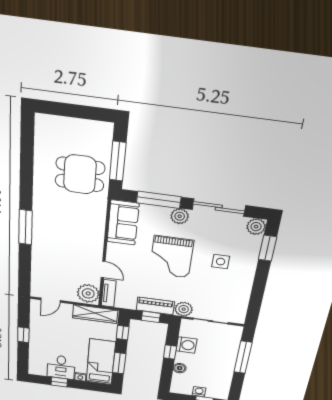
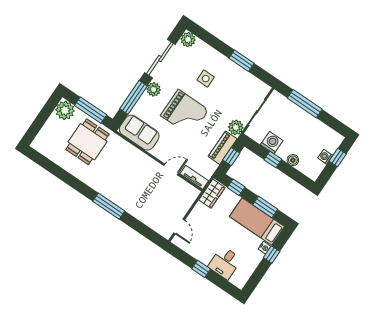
window: (268, 248) -> (241, 61), moved
plant: (88, 293) -> (65, 110), moved
wardrobe: (95, 314) -> (212, 194), width x0.67
desk: (61, 367) -> (225, 263), moved, turned 90
window: (59, 382) -> (272, 255), moved

